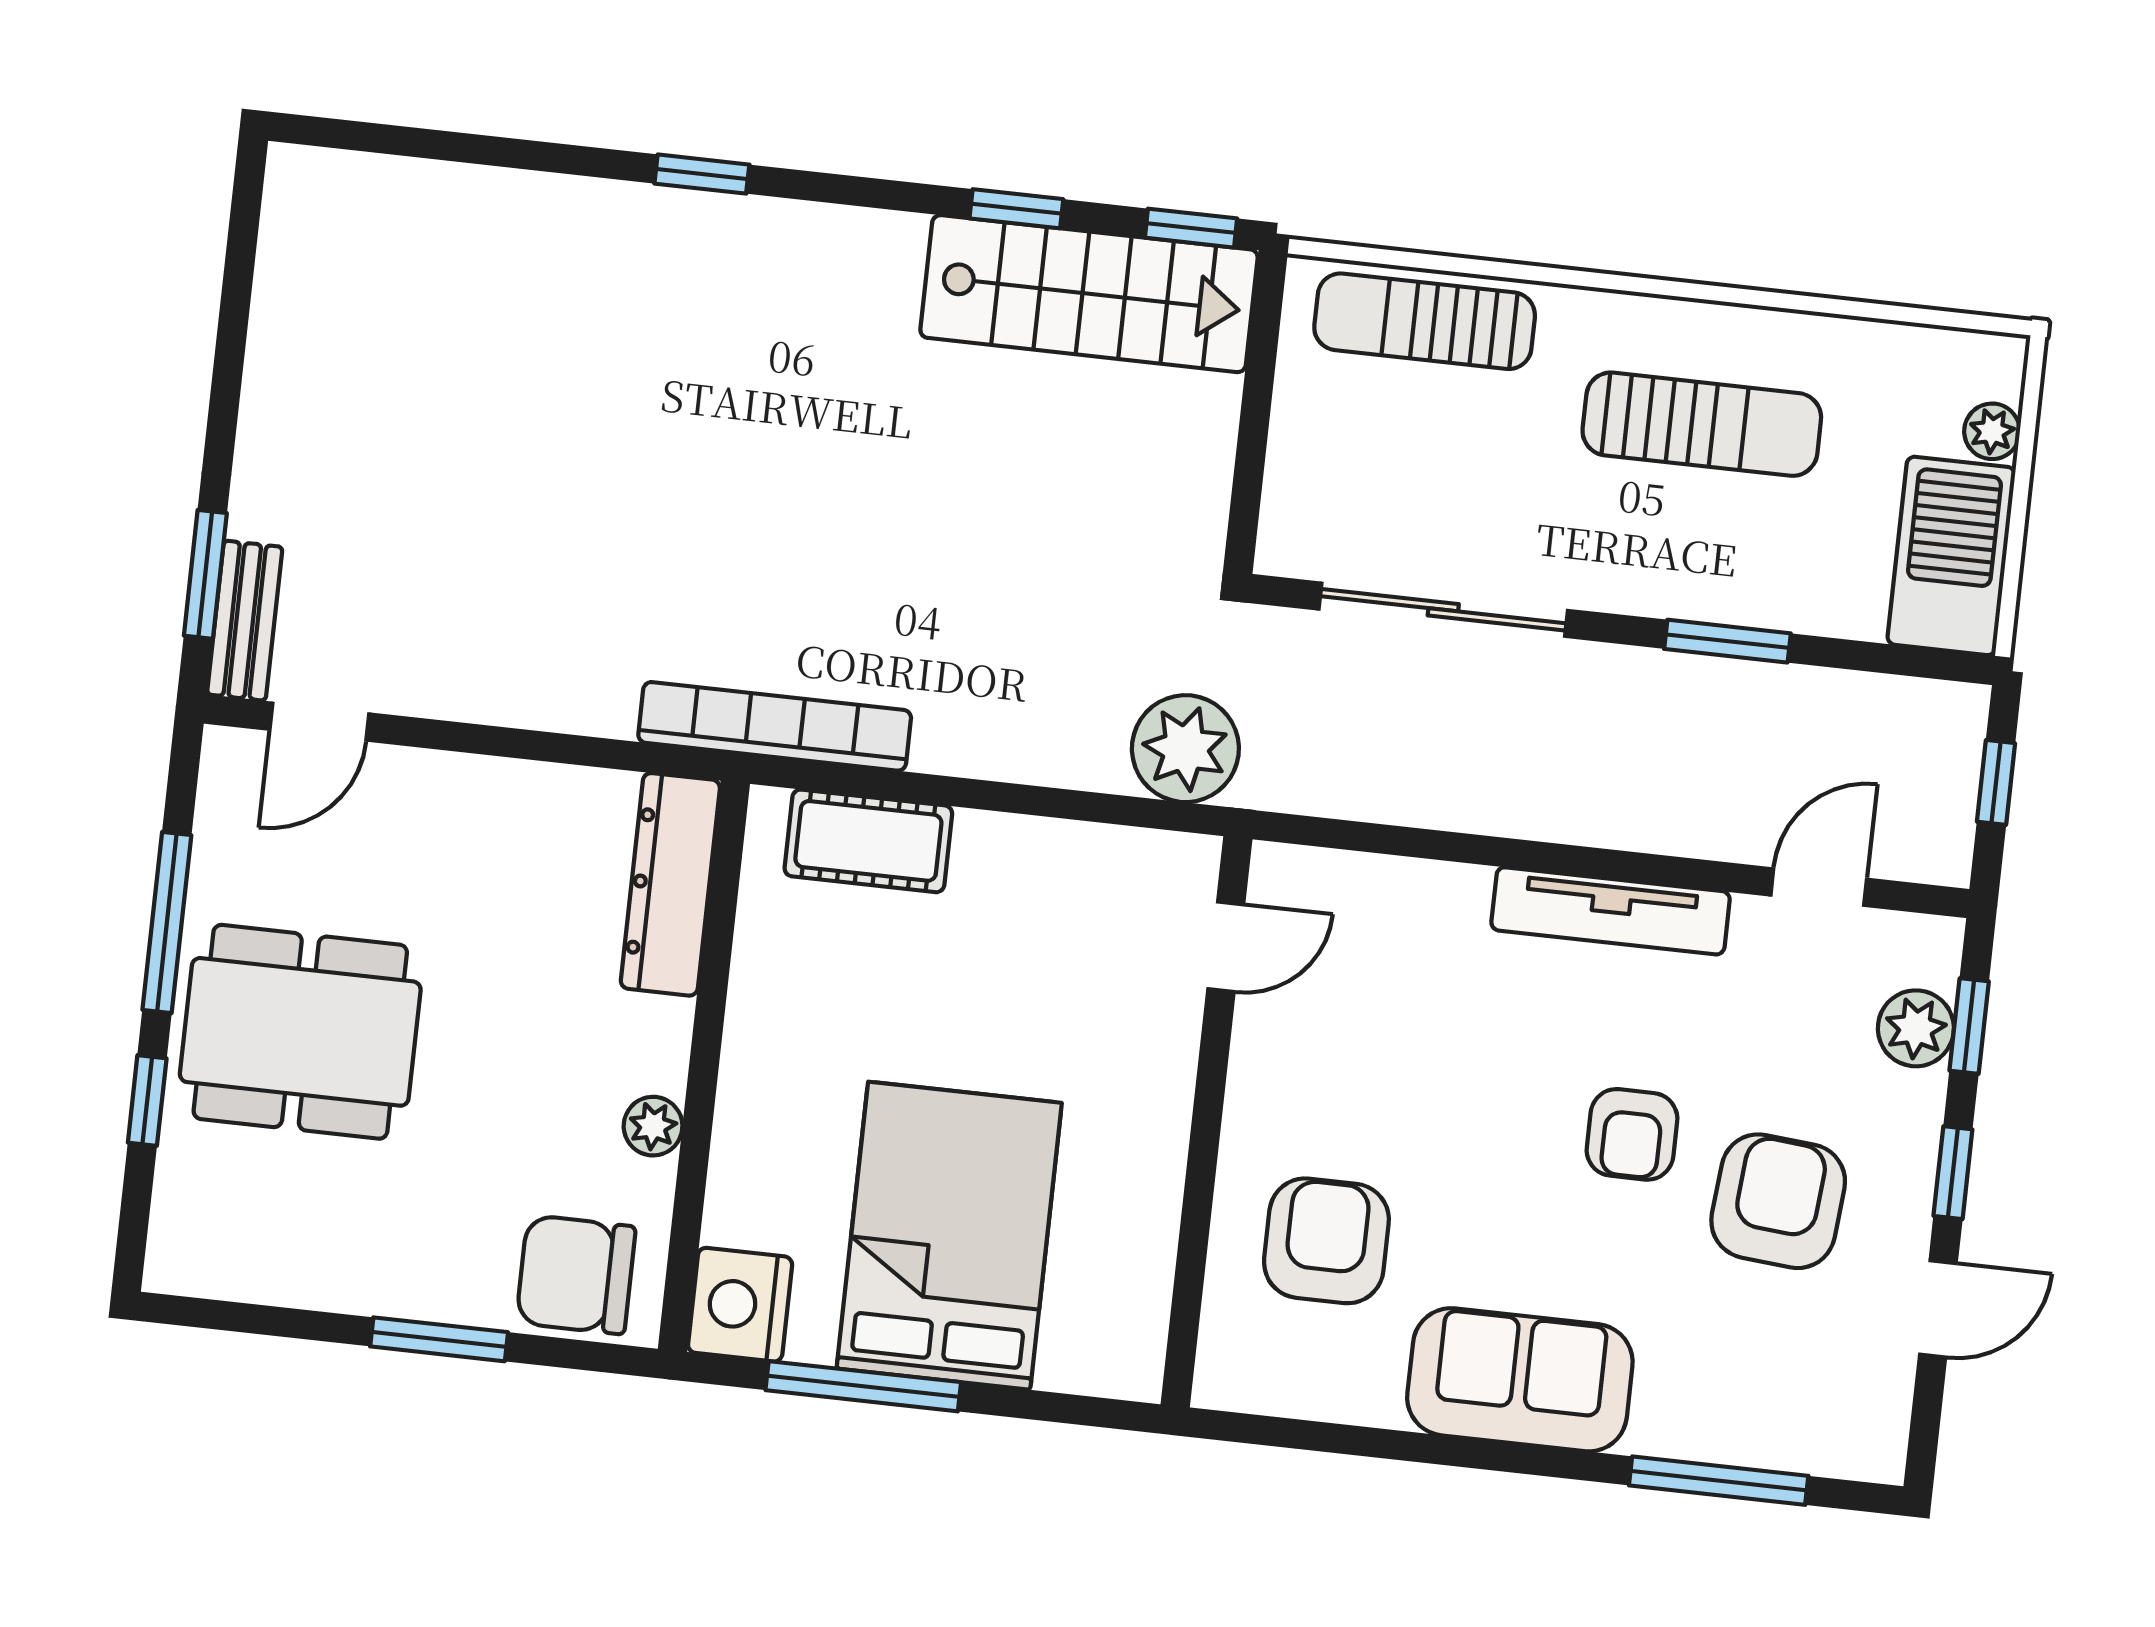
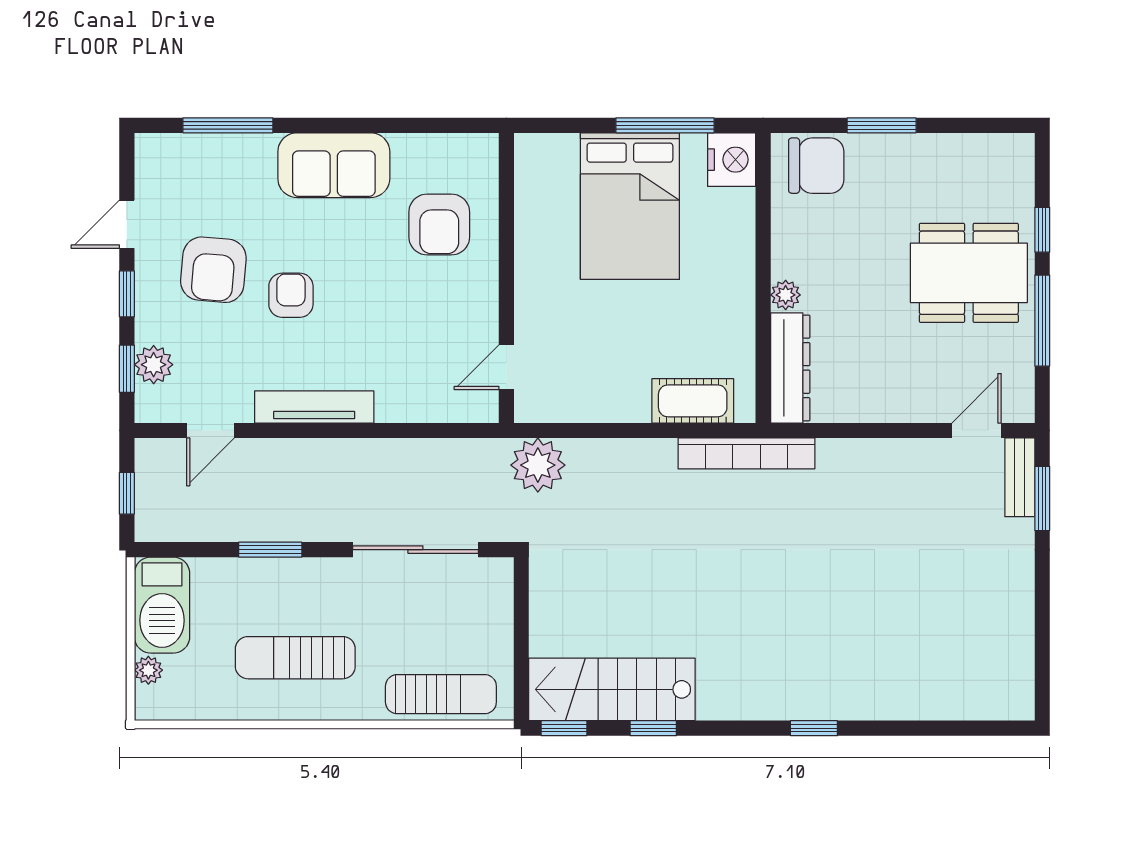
plant: (653, 1126) -> (786, 295), moved

